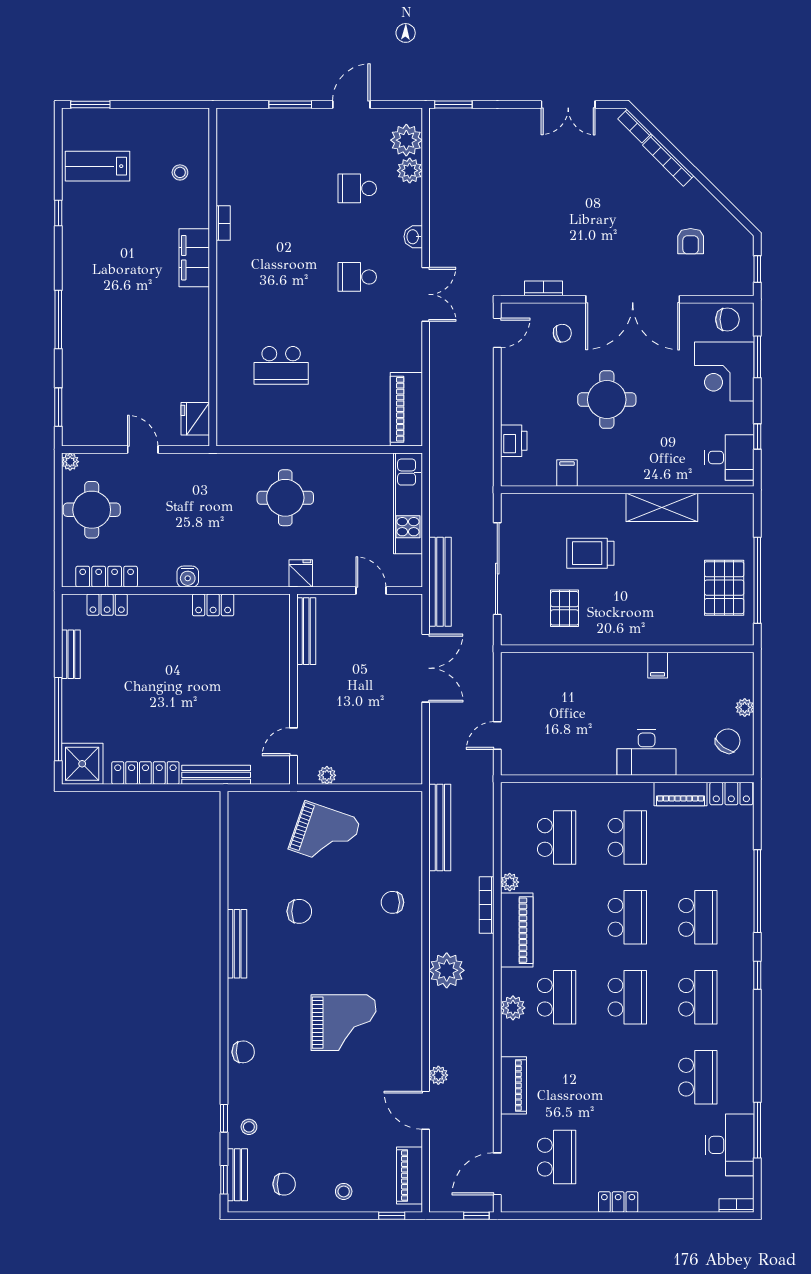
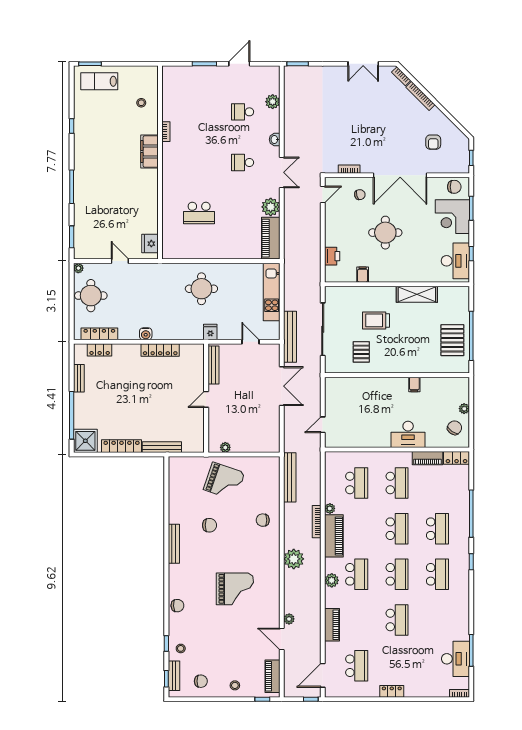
plant: (406, 140) -> (271, 207), moved
lab bench: (97, 166) -> (99, 81), moved
desk: (729, 457) -> (455, 261), width x1.37
locker: (213, 605) -> (160, 350), width x1.53
door: (293, 742) -> (206, 399), moved
school desk: (698, 1077) -> (397, 620), moved

